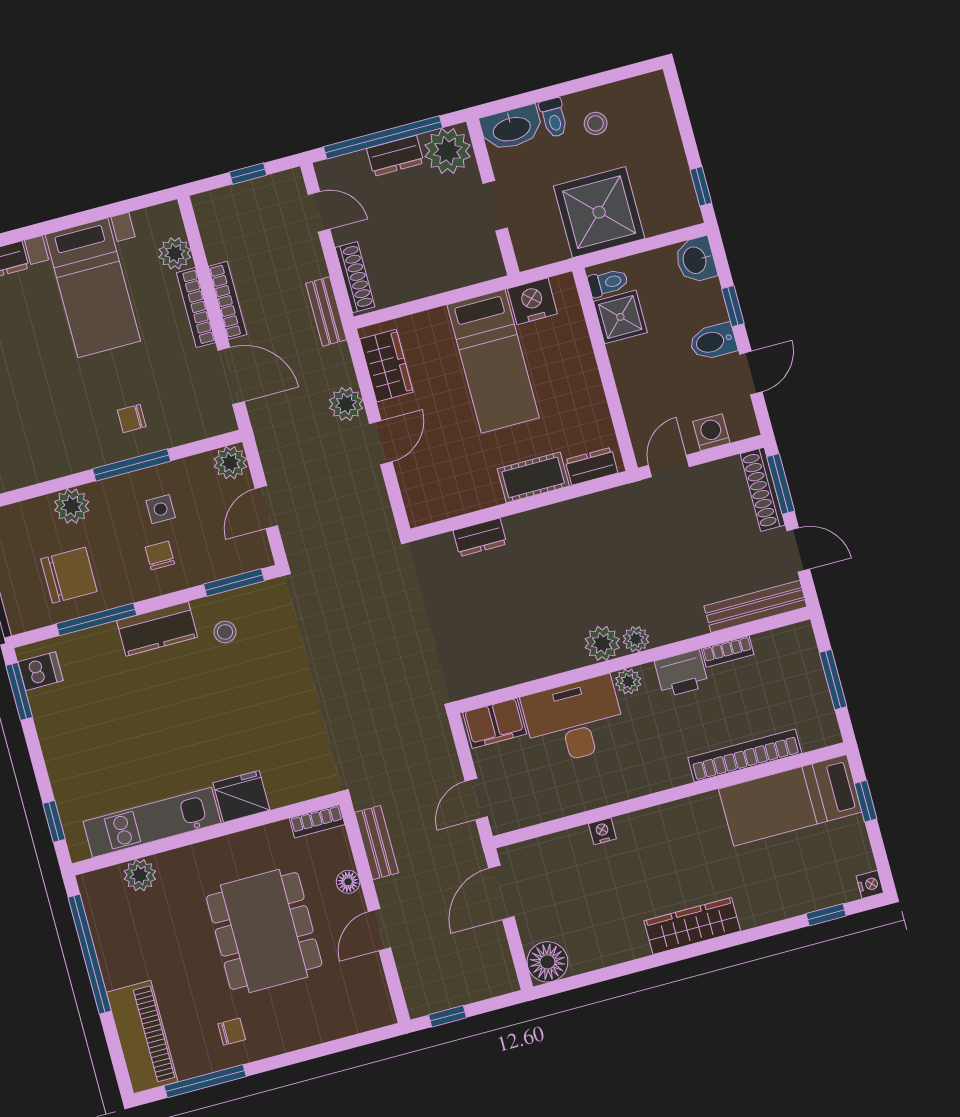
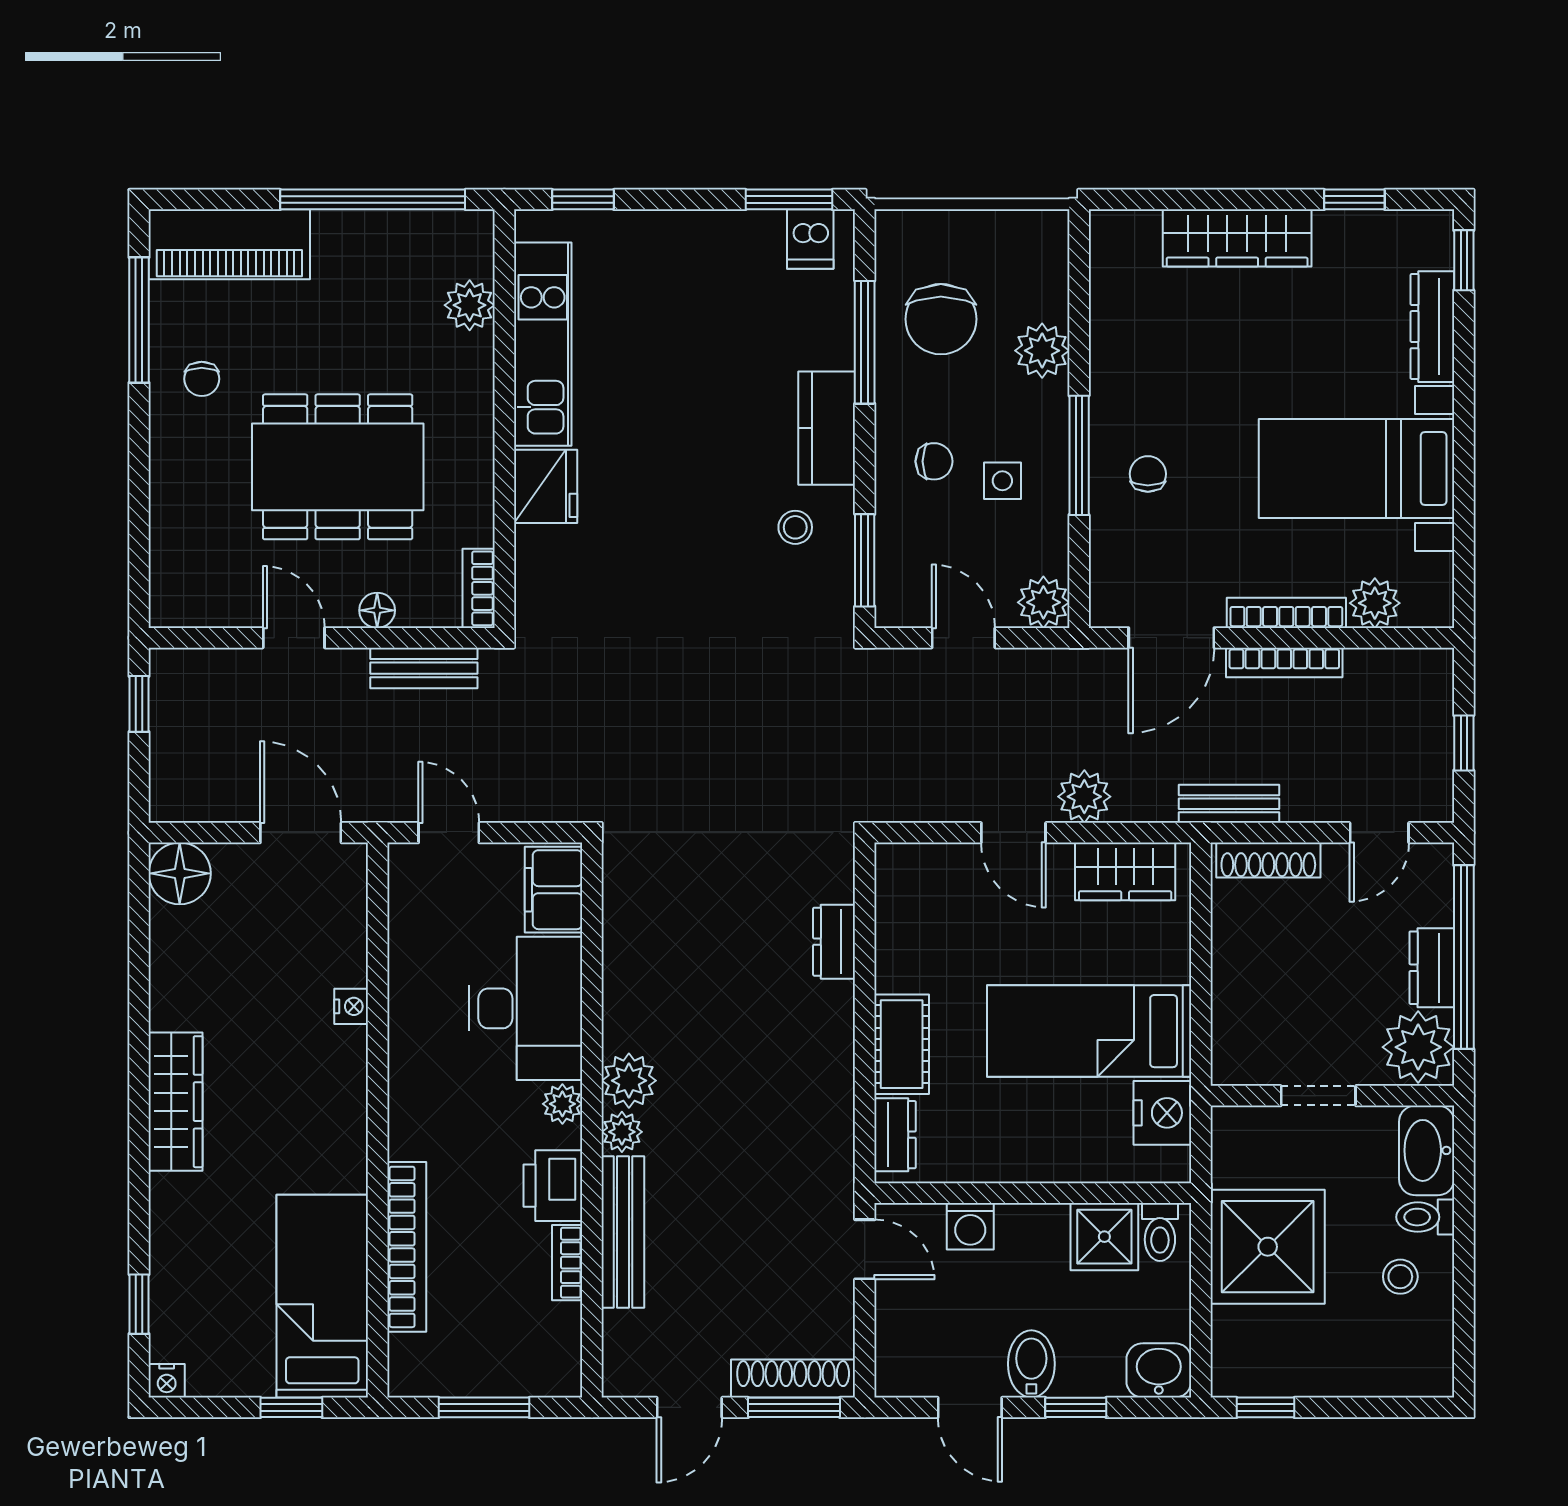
washing machine: (711, 432) -> (970, 1226), moved, turned 90
bench: (755, 606) -> (623, 1232), moved

